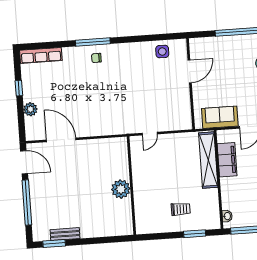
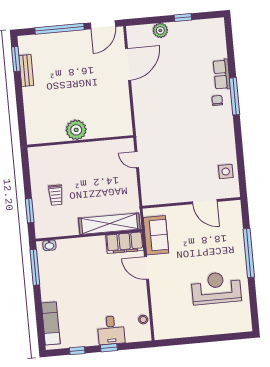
row of seats: (41, 55) -> (222, 74), moved, width x0.68
filing cabinet: (227, 160) -> (125, 243), moved

